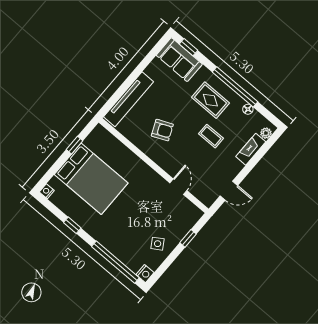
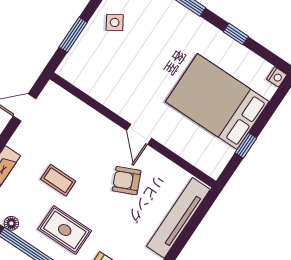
door: (178, 187) -> (139, 134), moved
window: (188, 238) -> (73, 35), width x1.50

